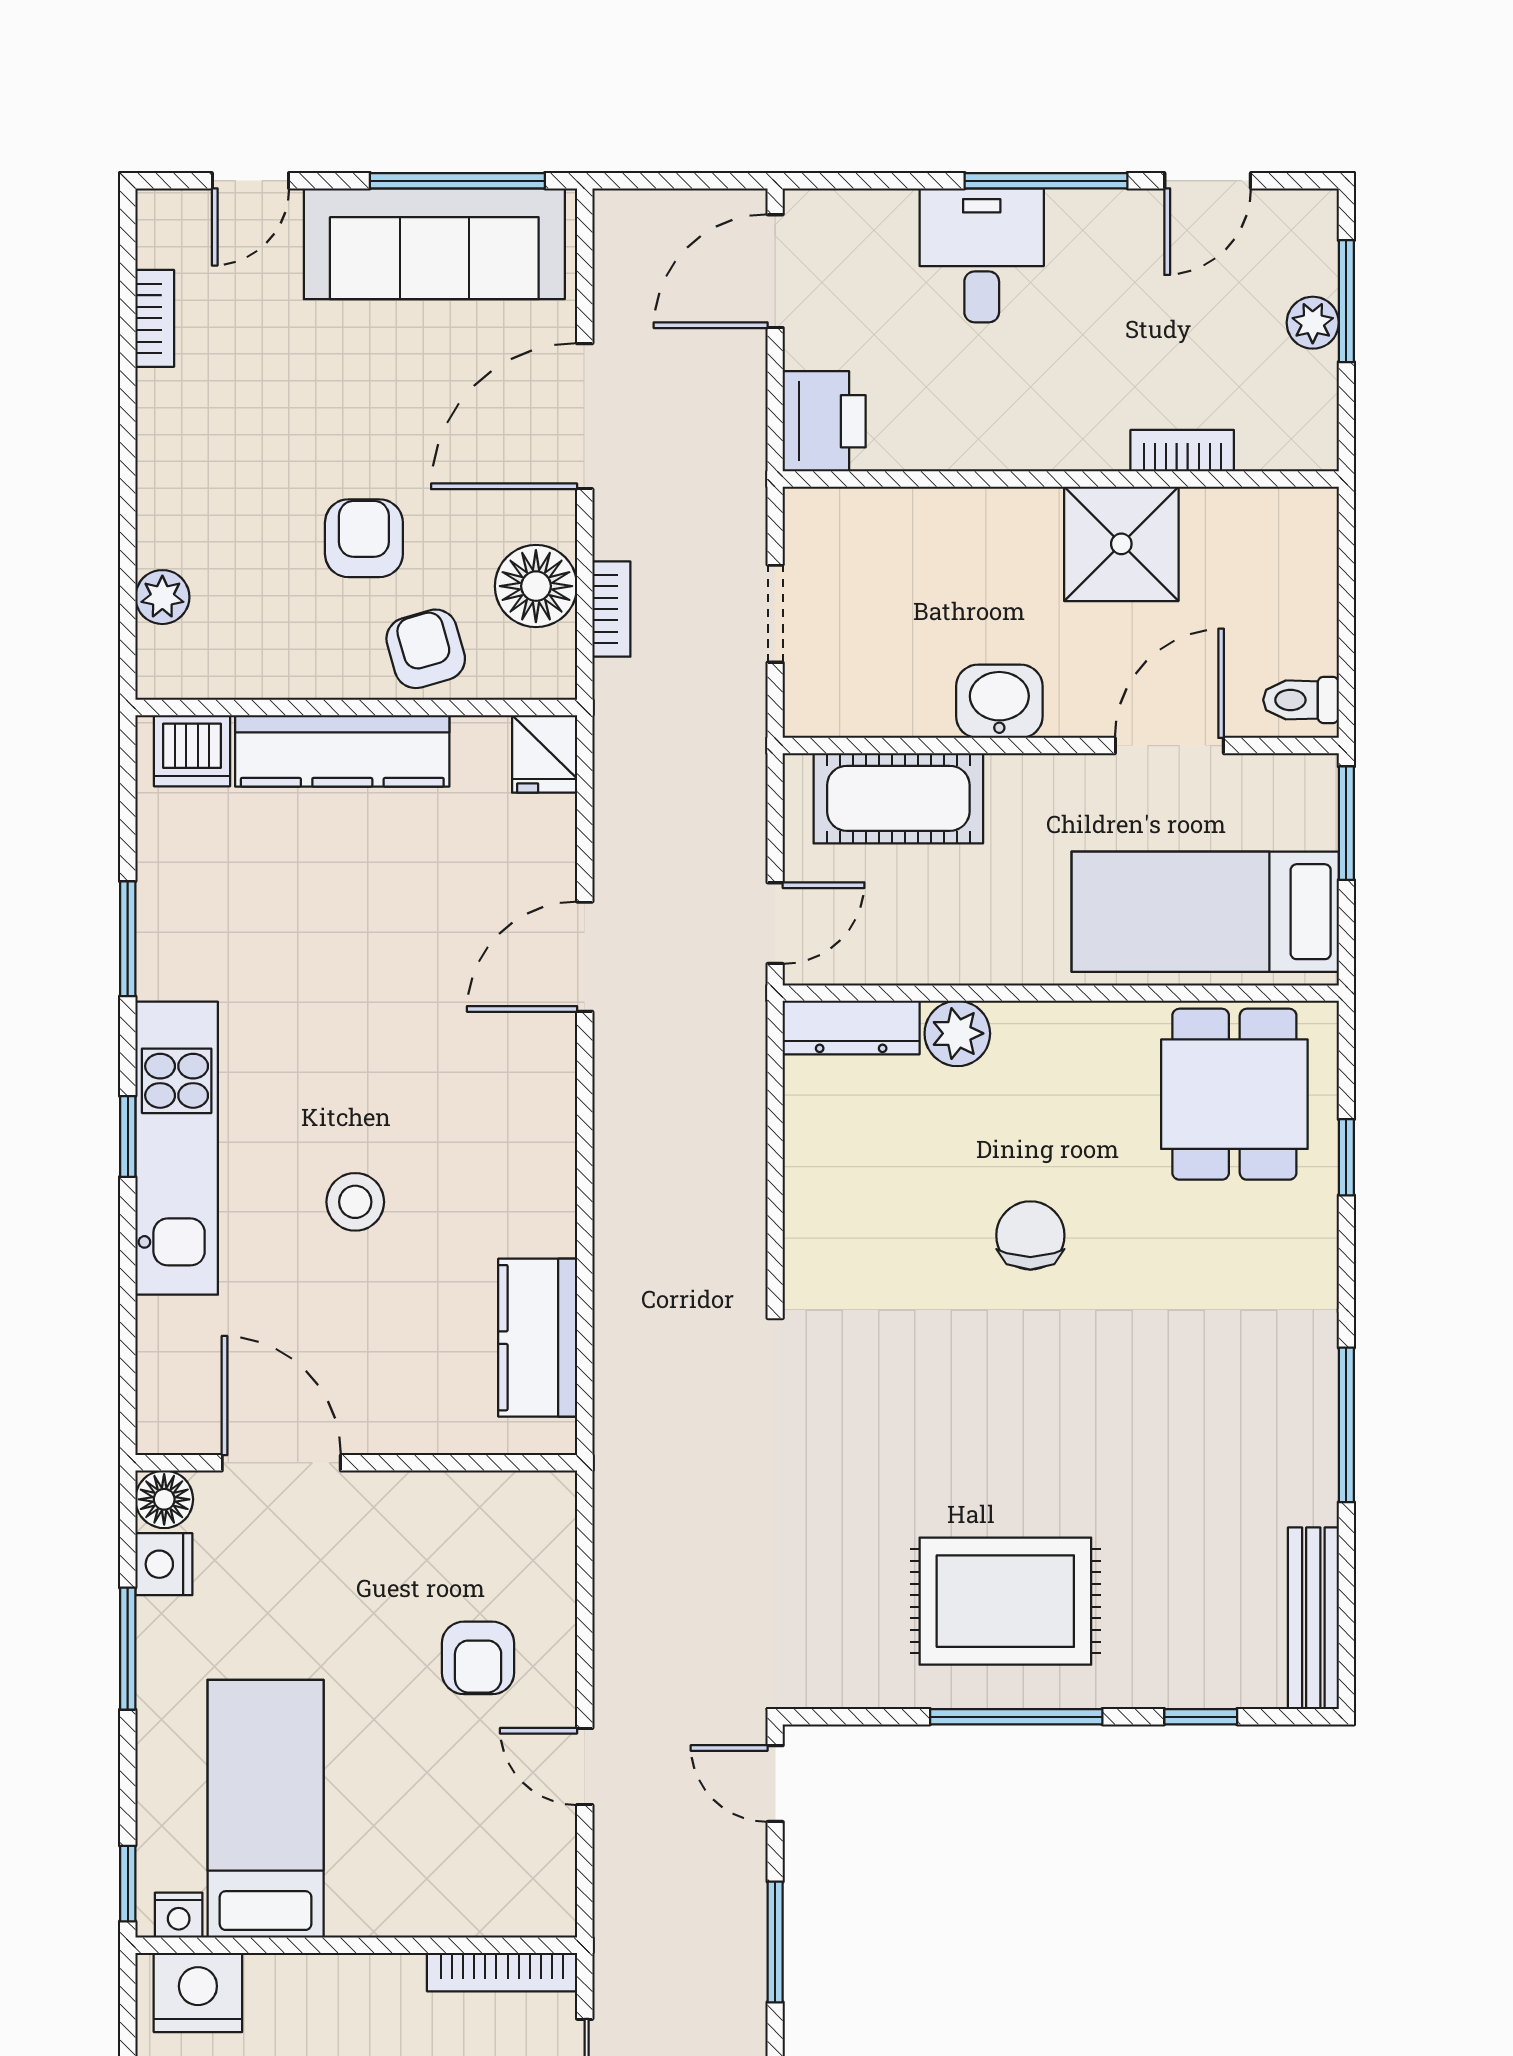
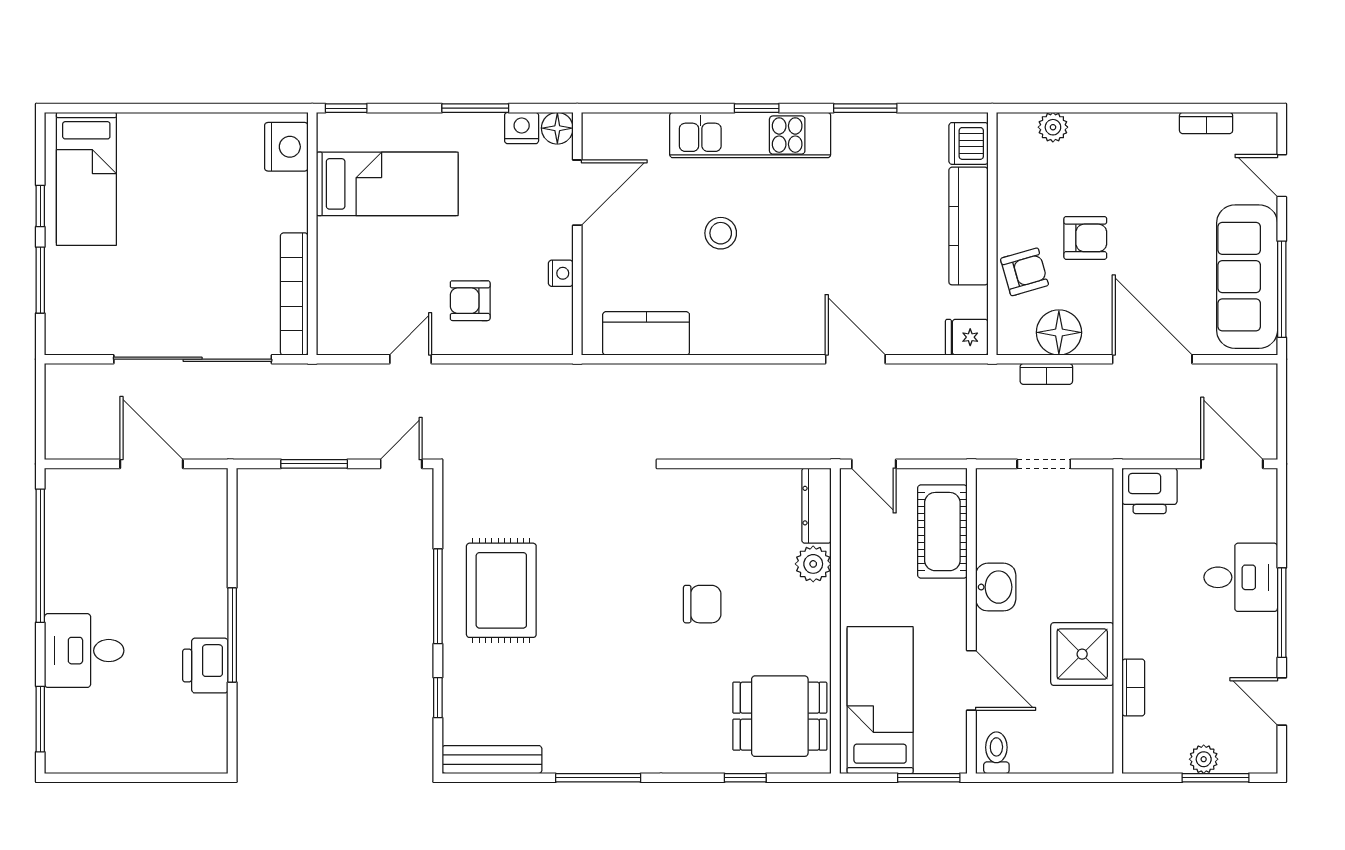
nightstand: (179, 1915) -> (561, 273), moved, turned 180
bookcase: (502, 1972) -> (294, 294), width x1.48, depth x1.31

